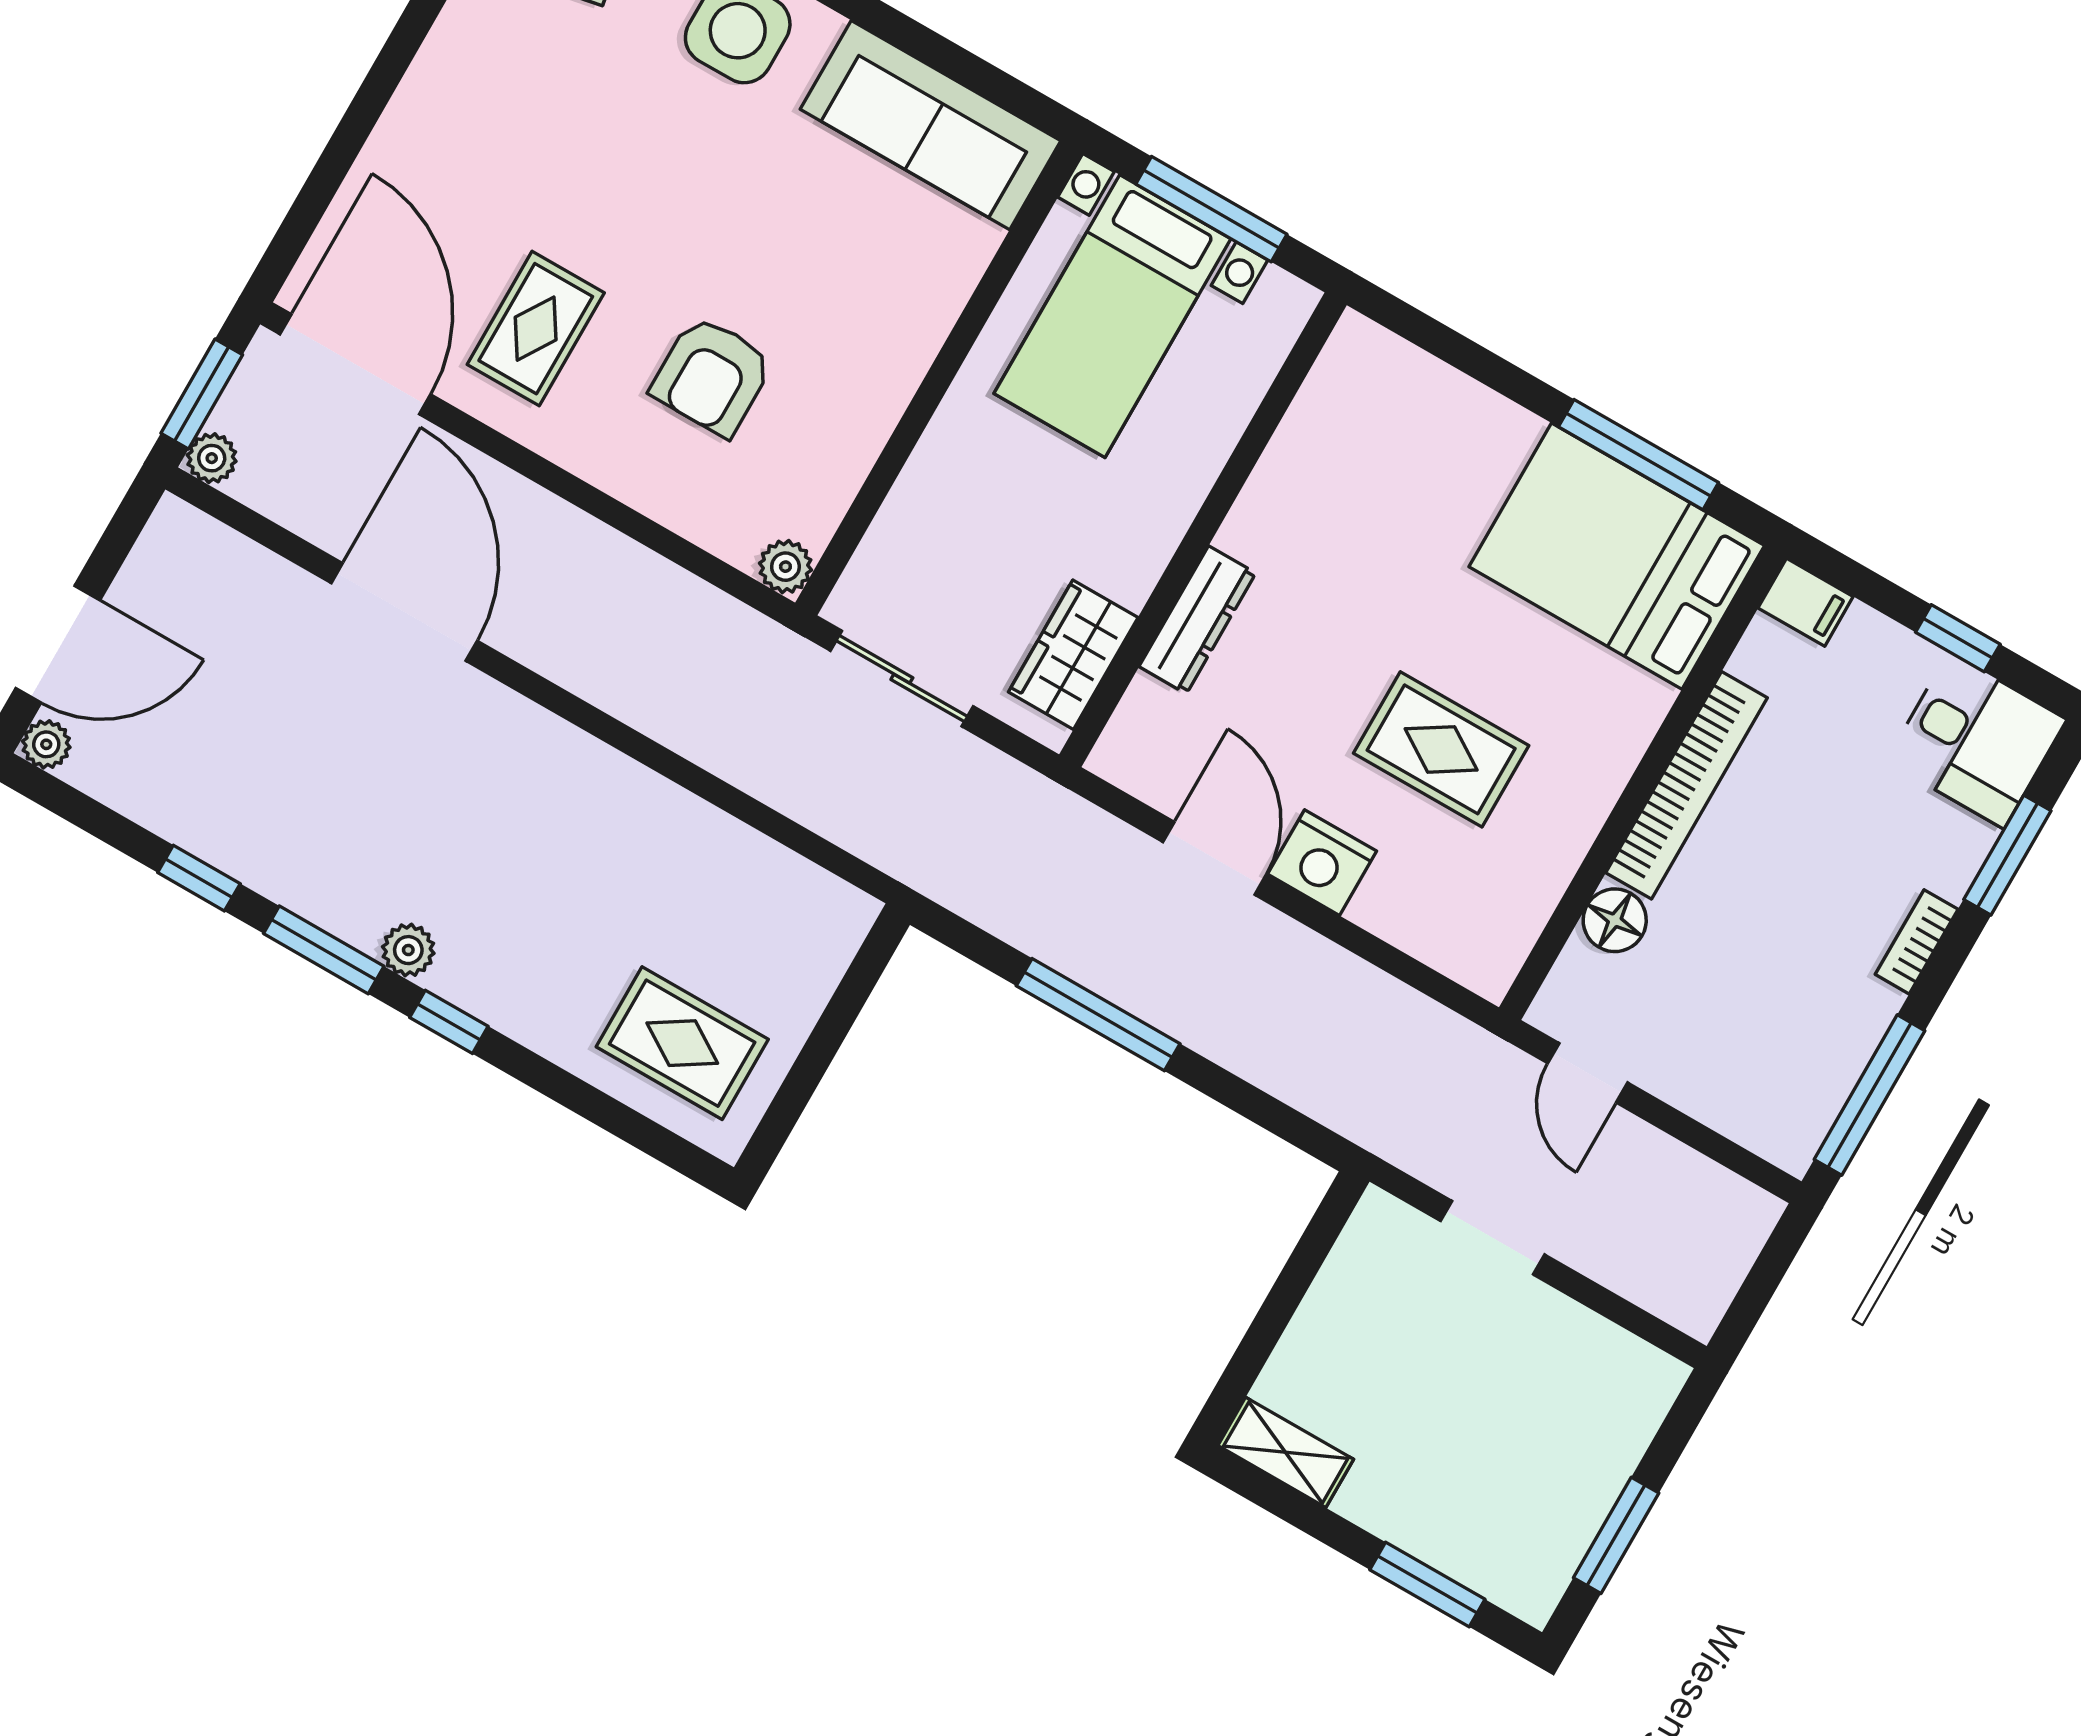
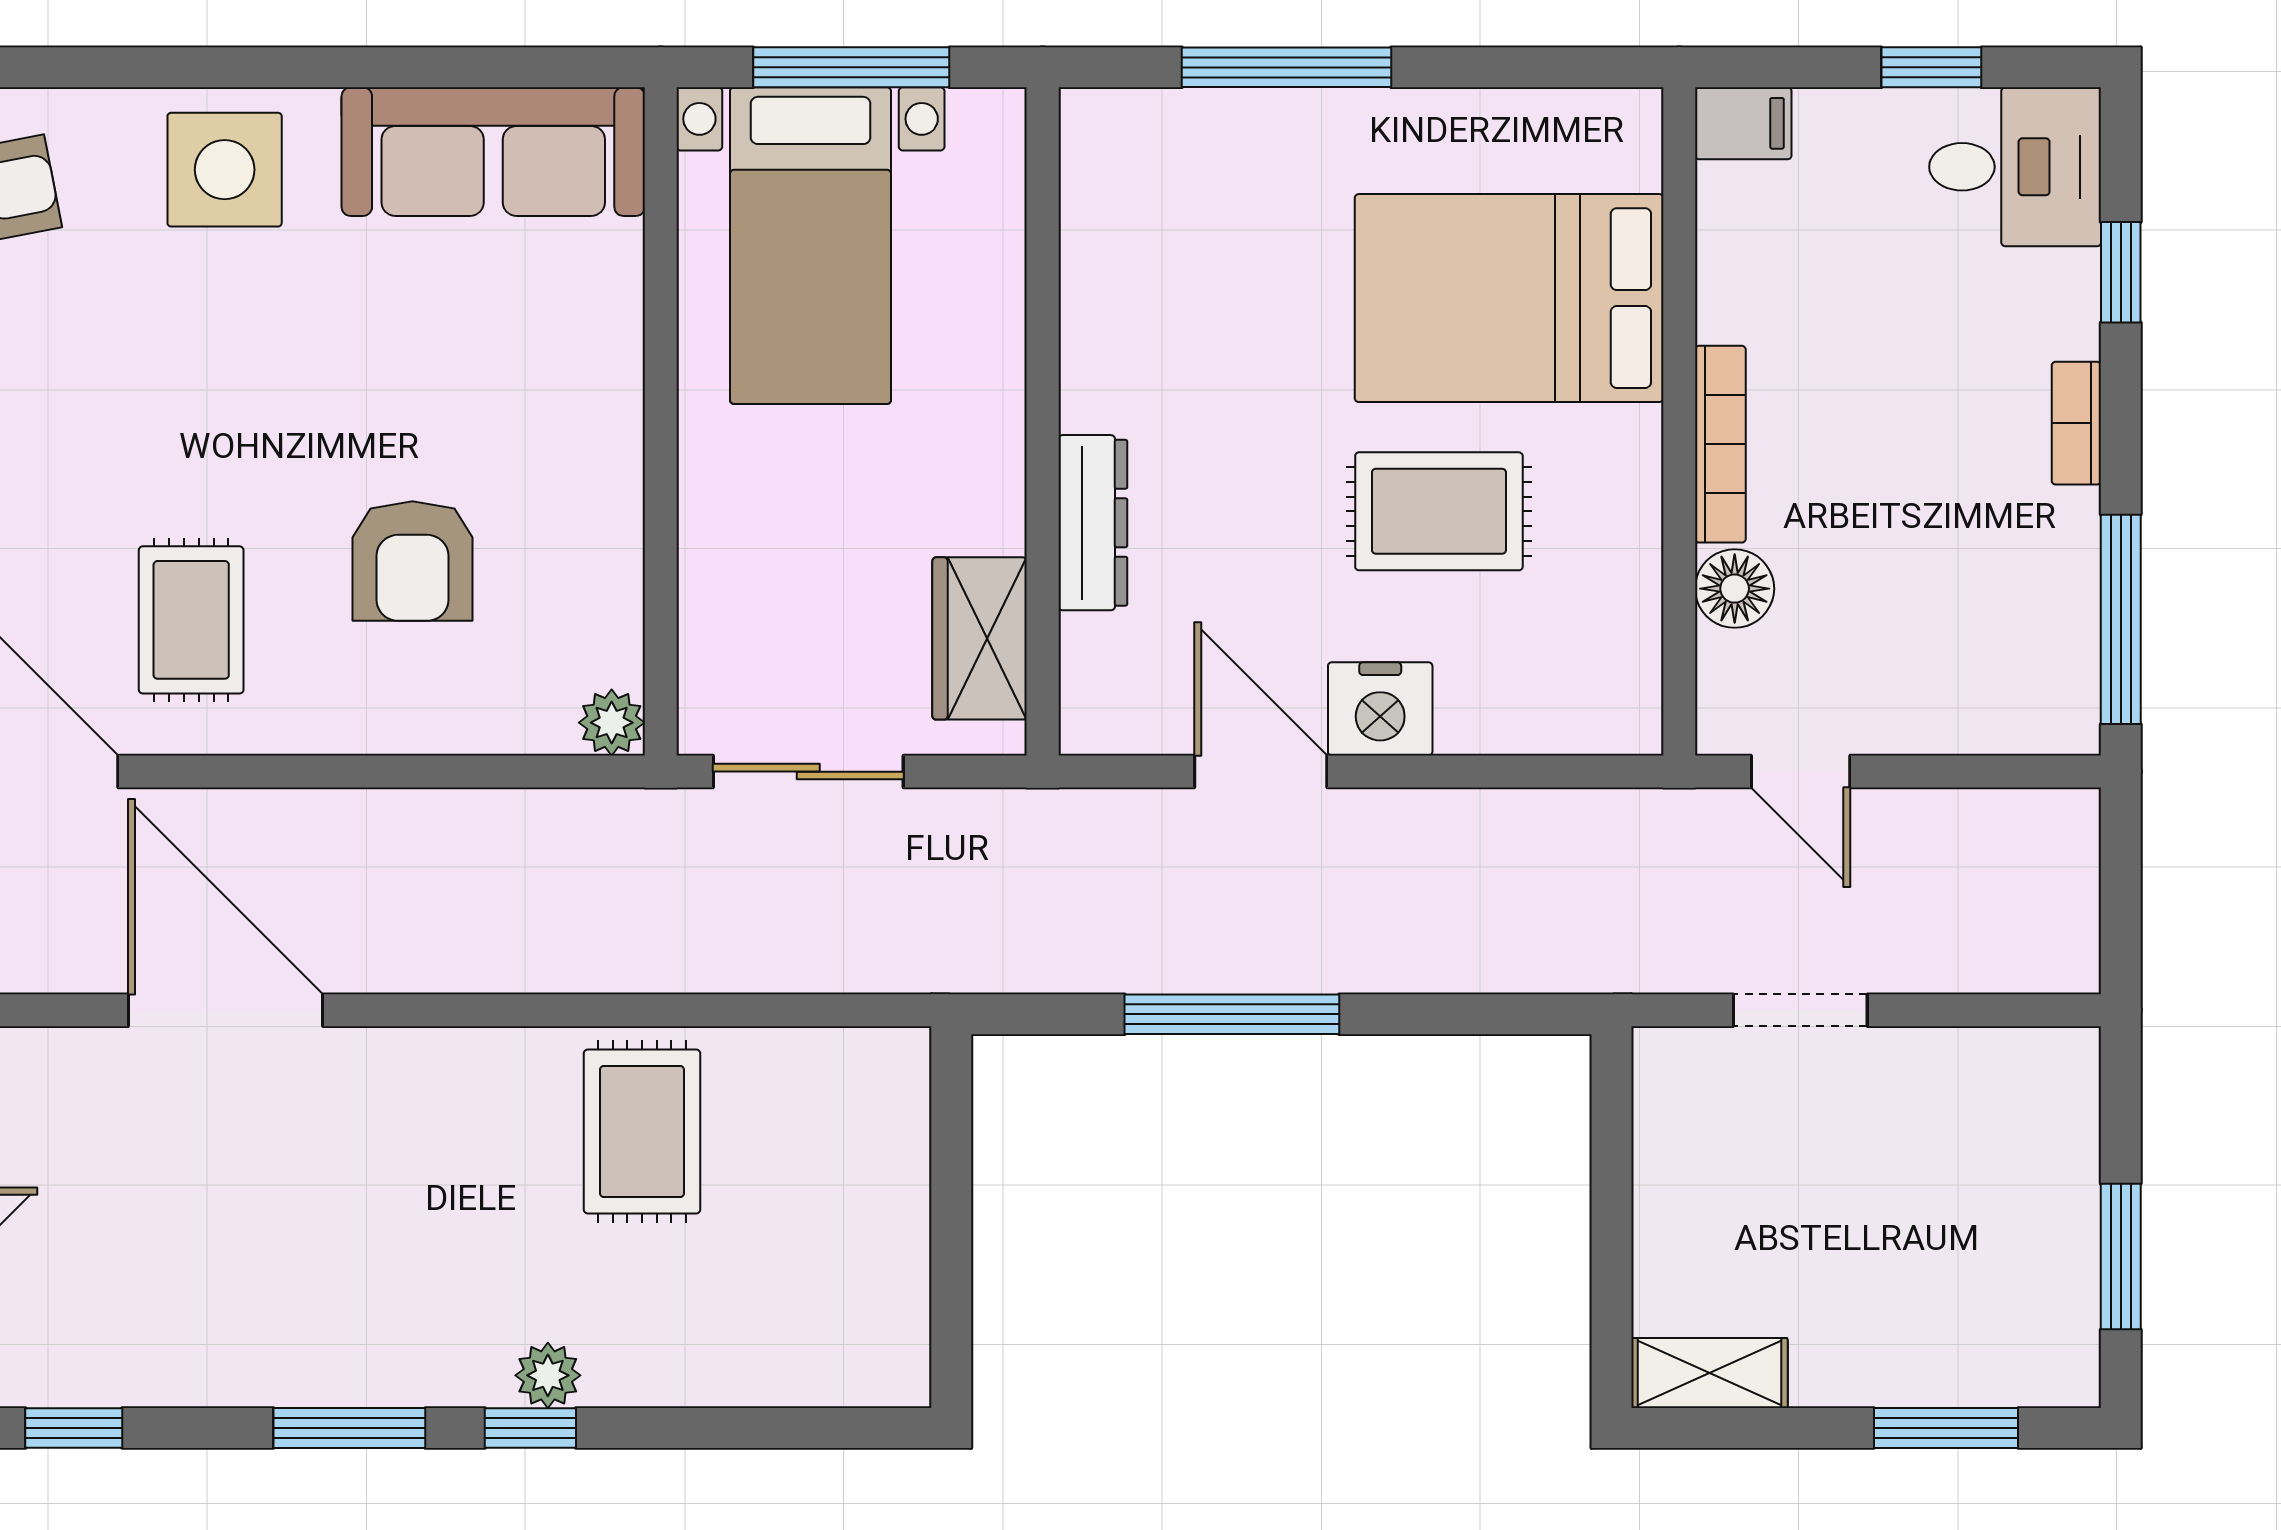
window: (1639, 455) -> (1286, 67), moved
bed: (1617, 556) -> (1509, 298), moved
bookcase: (1686, 785) -> (1720, 444), width x0.68, depth x0.76
window: (2007, 855) -> (2121, 272), width x0.67
window: (199, 878) -> (74, 1428), moved
plant: (408, 950) -> (548, 1375), moved
rug: (682, 1043) -> (642, 1131), moved, turned 90

